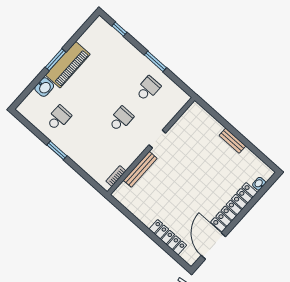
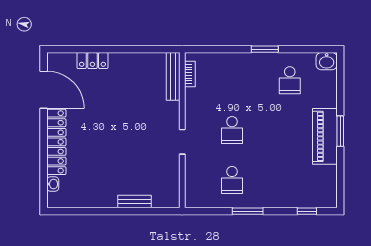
washbasin: (44, 87) -> (327, 61), moved, turned -90
bench: (232, 141) -> (135, 202), moved
bench: (140, 169) -> (173, 76), moved
locker: (168, 237) -> (92, 61), width x0.66

